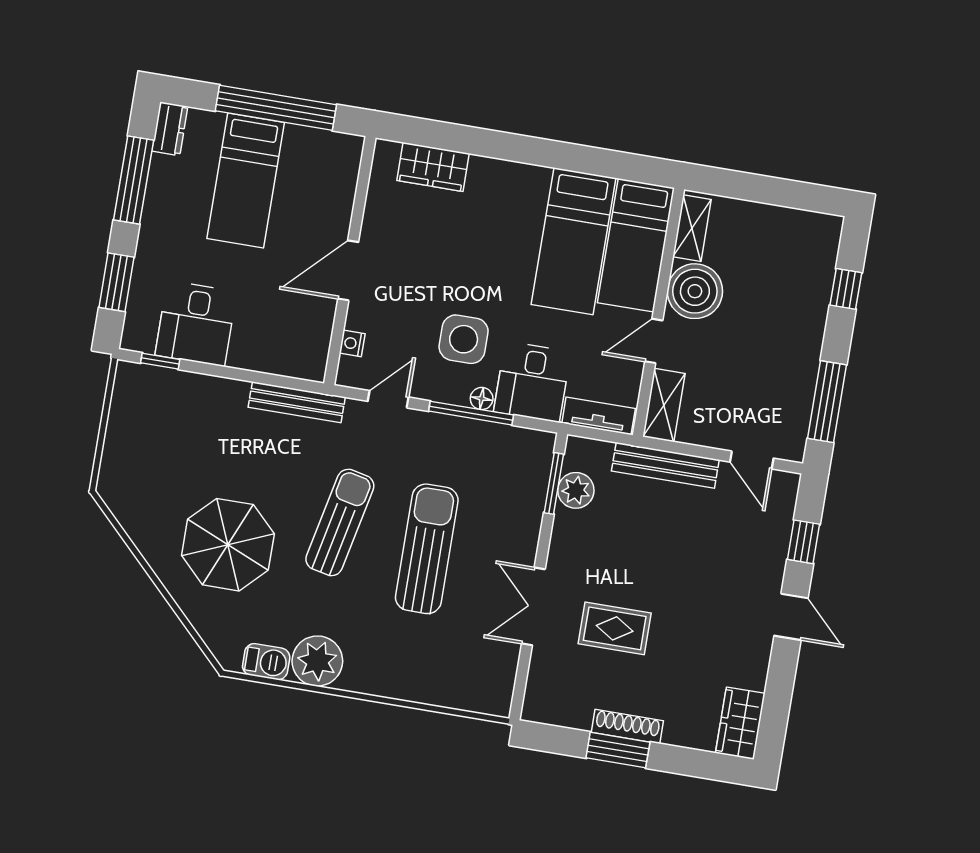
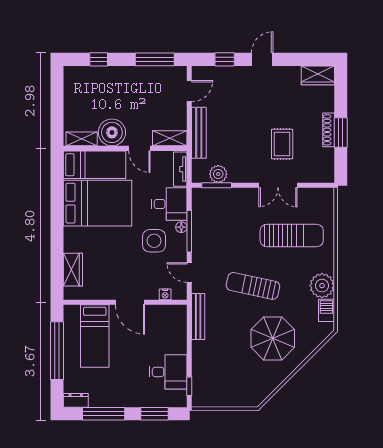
bed: (246, 181) -> (95, 336), moved, turned 90
bed: (573, 241) -> (98, 203), width x1.50
sun lounger: (427, 549) -> (292, 236), moved, turned 180

